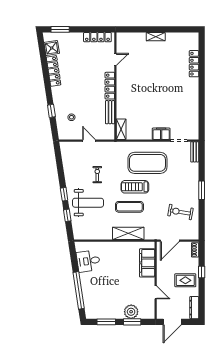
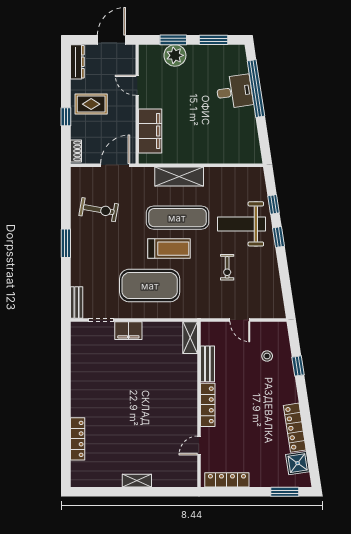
exercise mat: (129, 207) -> (177, 218), width x1.36, depth x1.45
desk: (88, 261) -> (235, 92), moved

